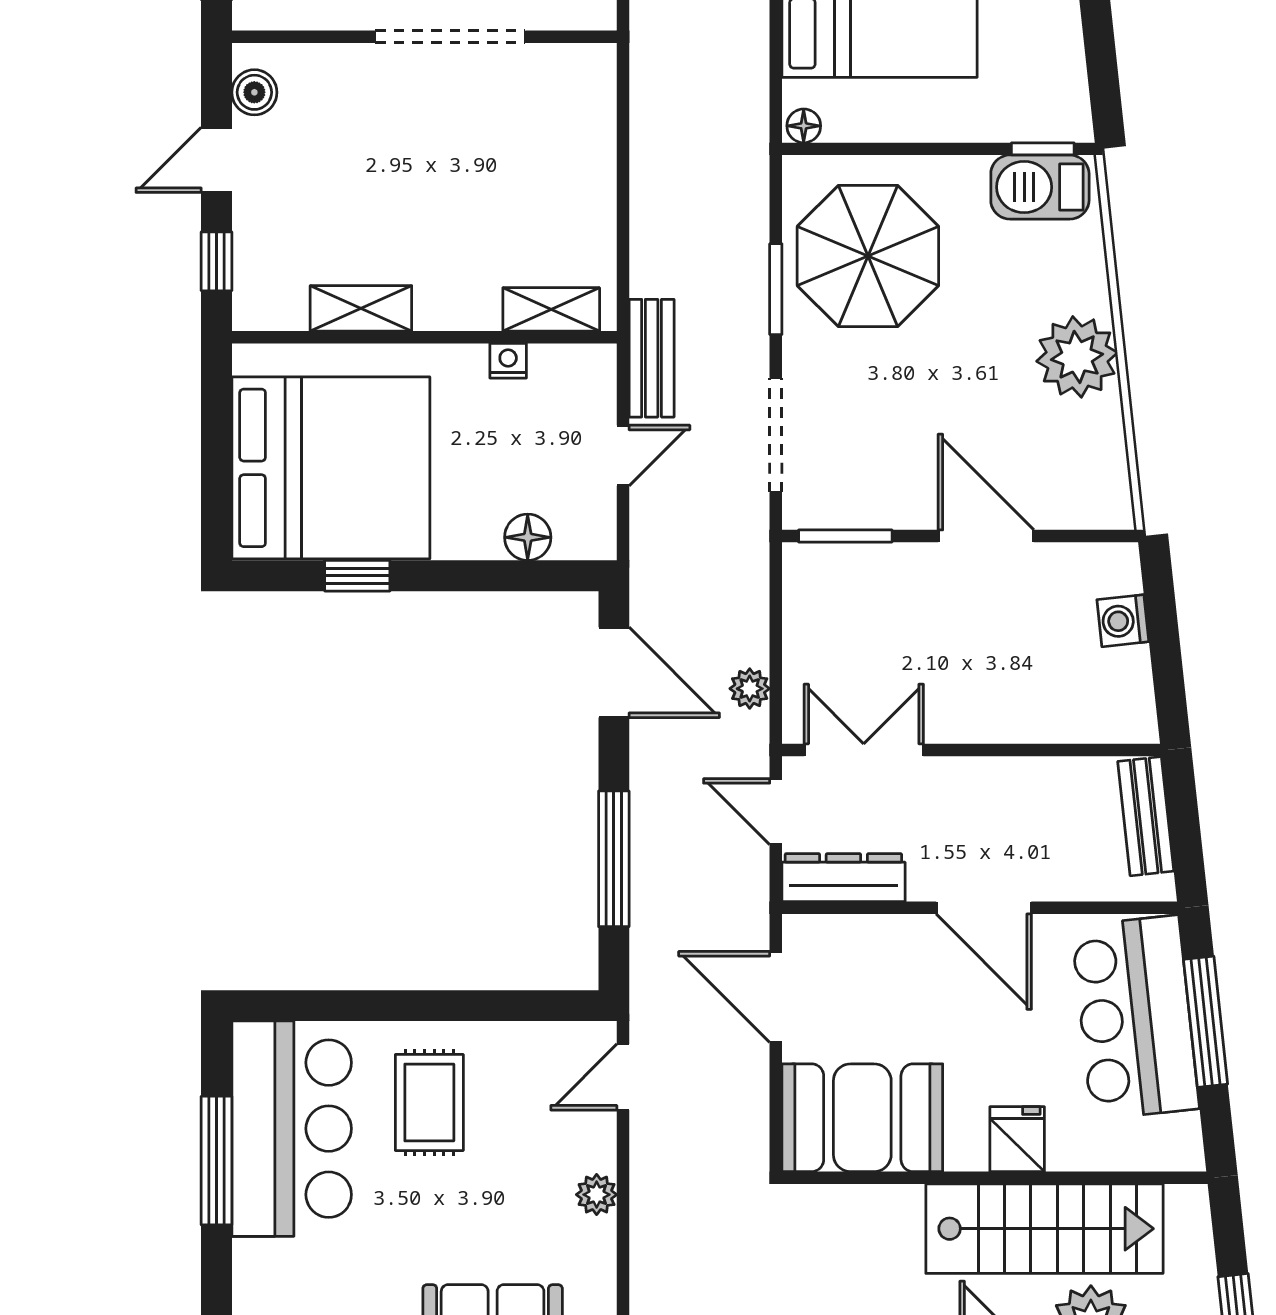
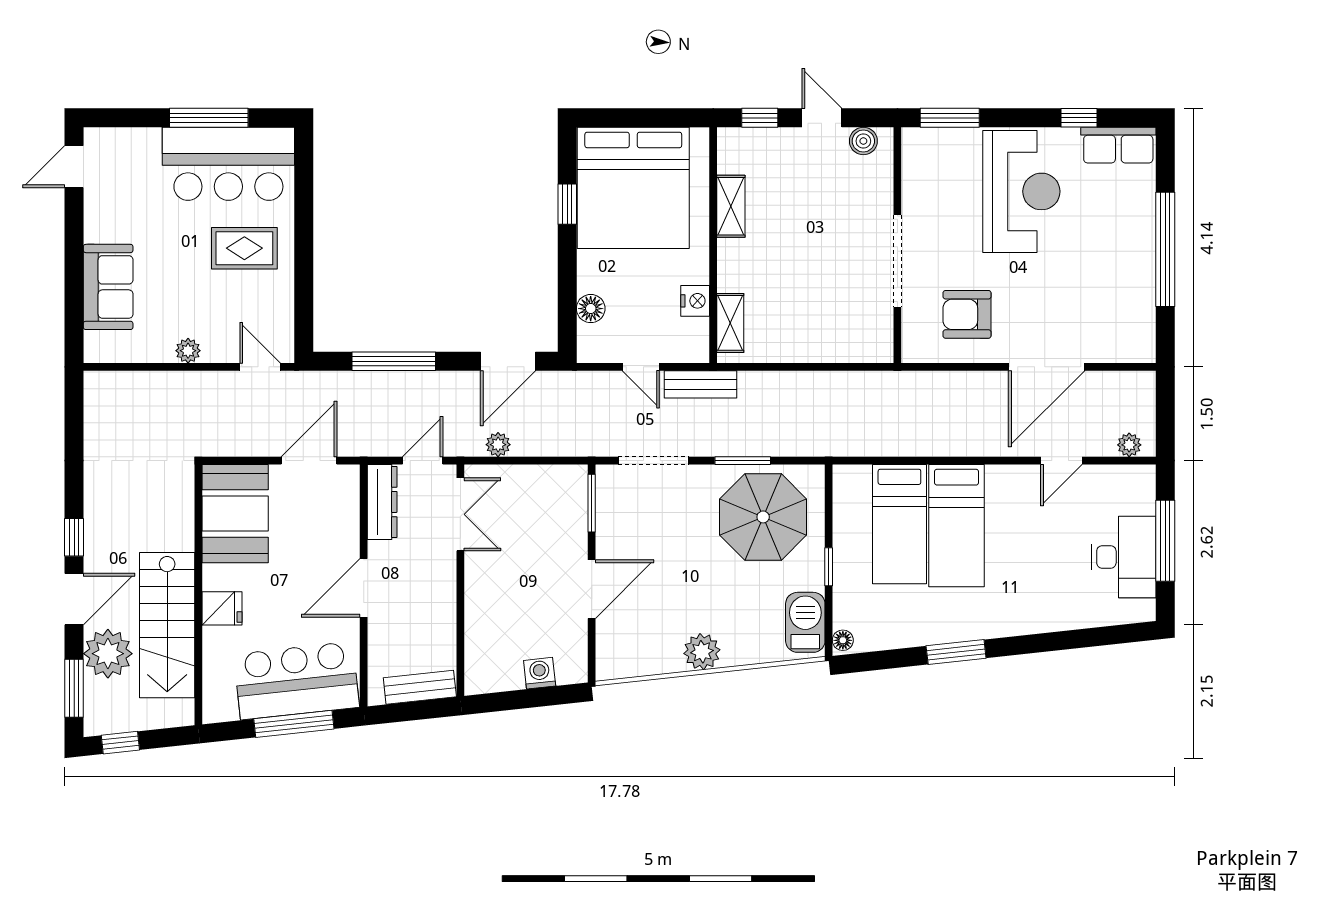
floor lamp: (804, 126) -> (843, 640), moved
window: (1043, 149) -> (829, 567), moved
plant: (1077, 357) -> (702, 652), width x0.73, depth x0.73
nightstand: (508, 361) -> (695, 301), width x1.39, depth x1.35

